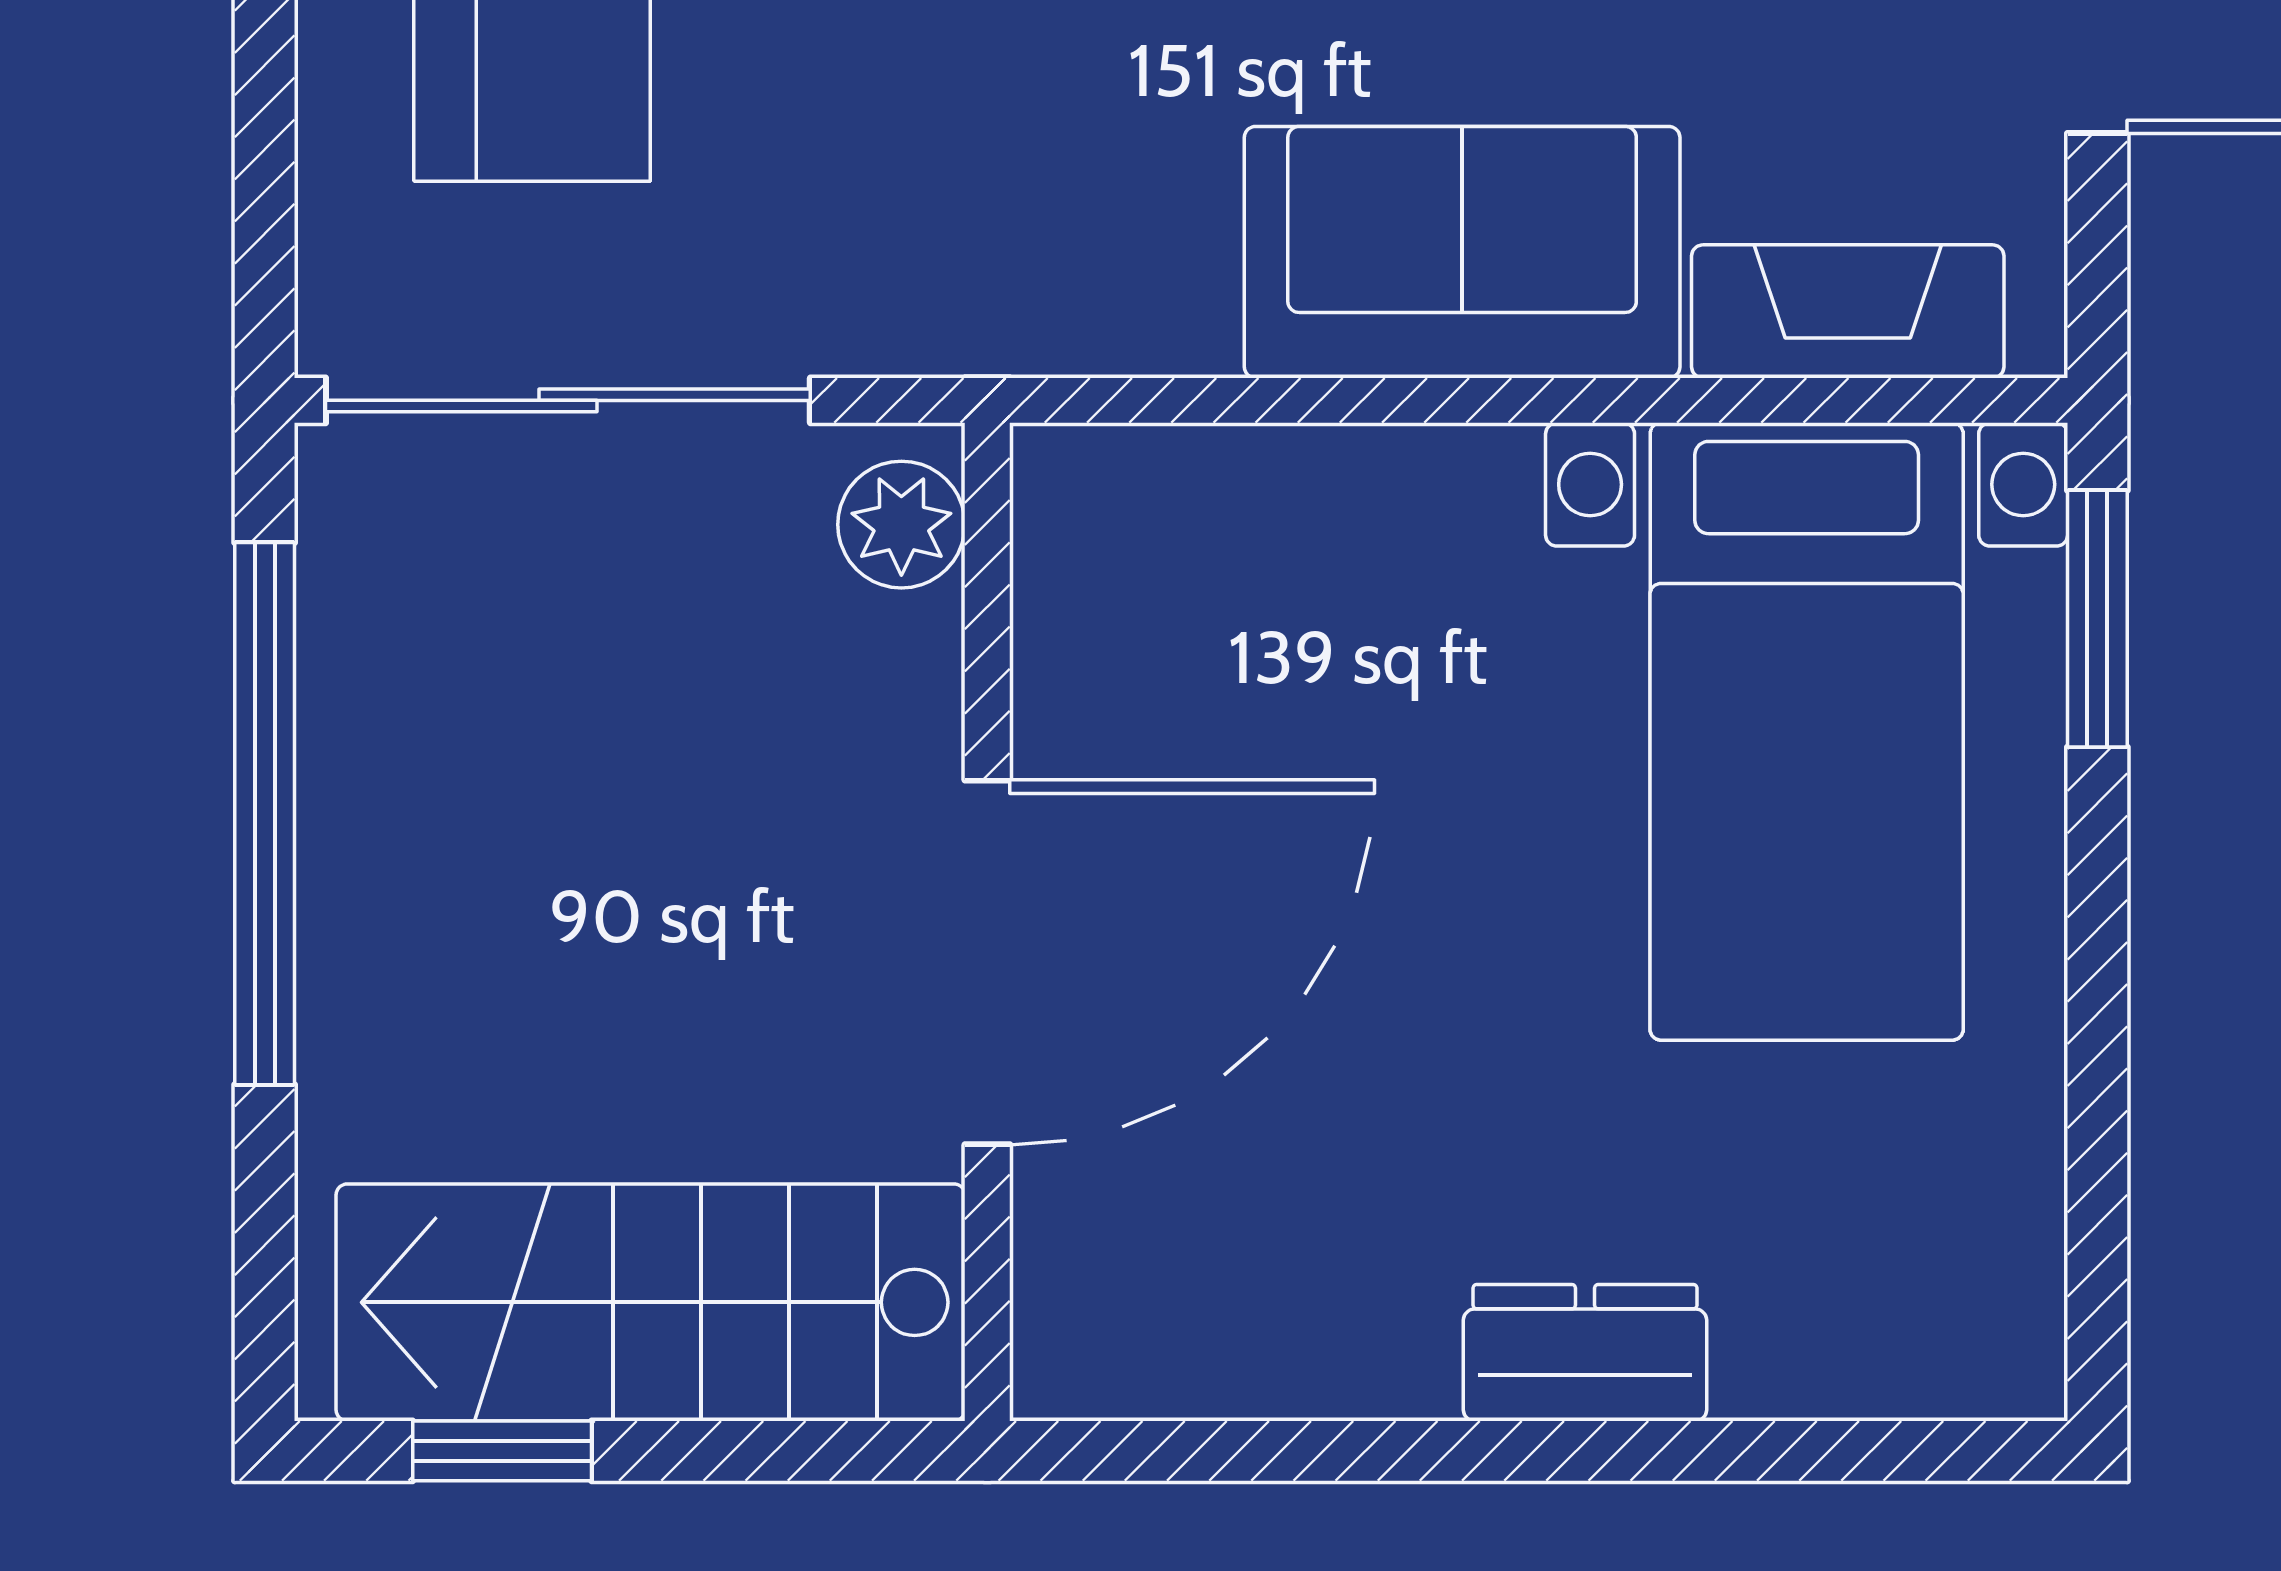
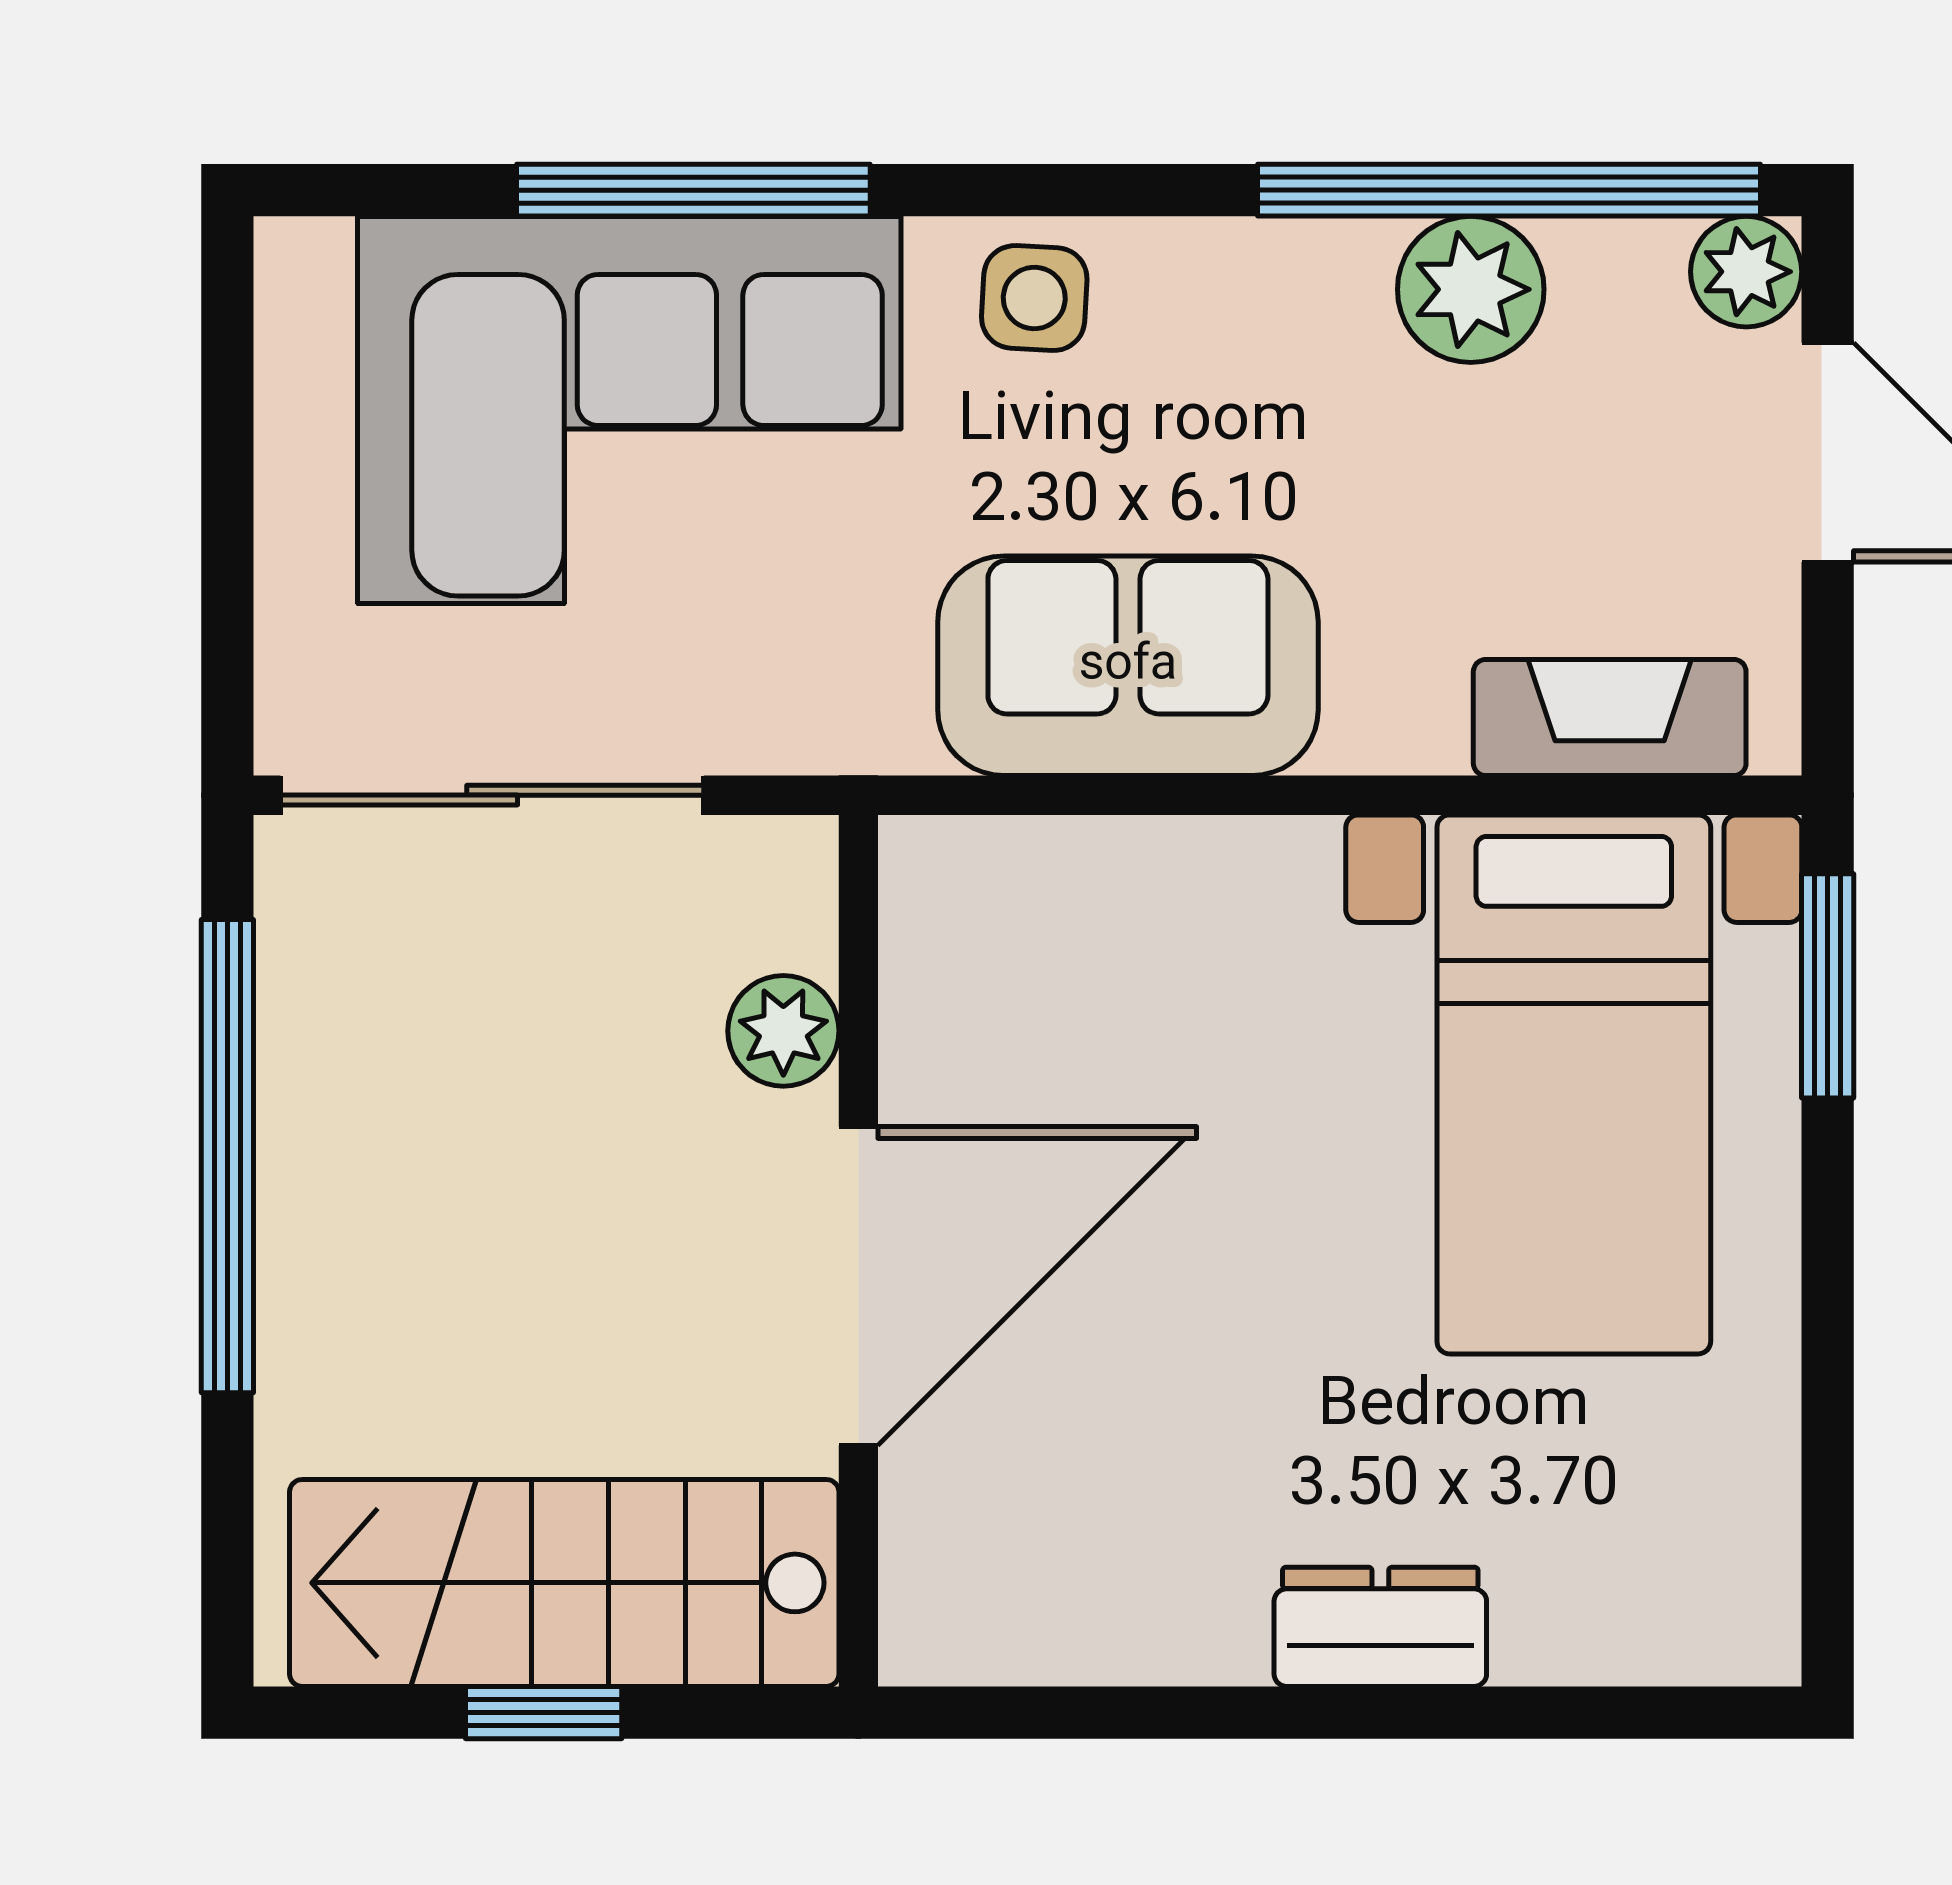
sofa: (1462, 252) -> (1128, 666), moved
plant: (901, 525) -> (783, 1031), moved
window: (502, 1451) -> (544, 1713), moved

